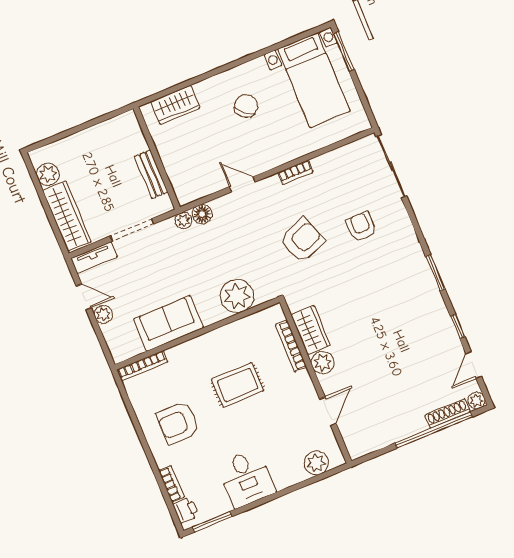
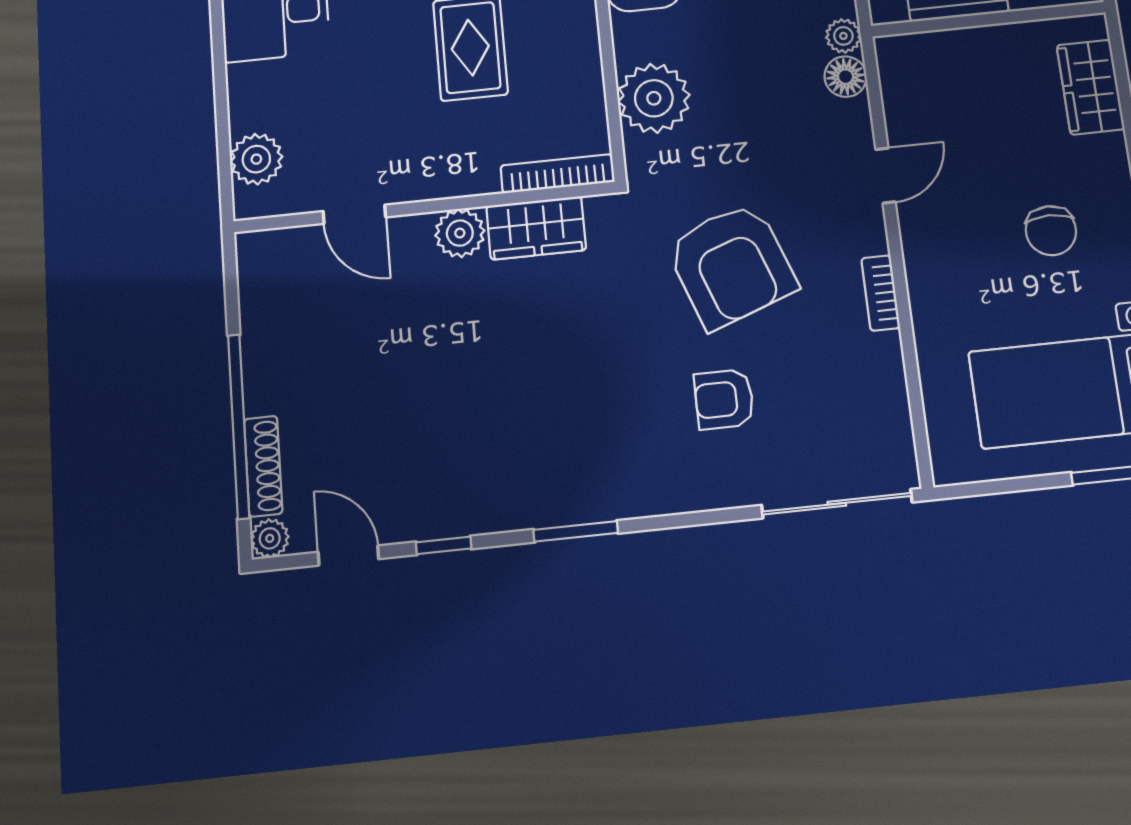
chair: (246, 106) -> (1051, 231), turned 49
armchair: (361, 226) -> (724, 399), turned 180
armchair: (302, 240) -> (731, 265), width x1.36, depth x1.36
bookcase: (291, 346) -> (558, 174), moved

